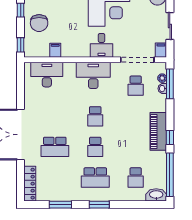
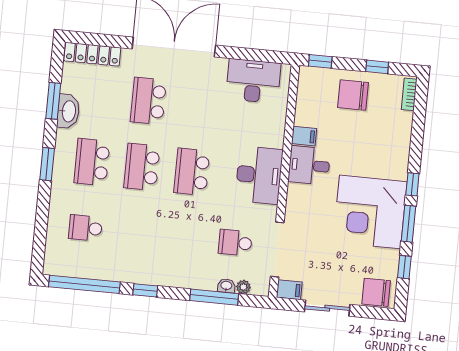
desk: (101, 45) -> (309, 165), moved
filing cabinet: (55, 50) -> (304, 136), moved
desk: (47, 75) -> (253, 81), moved, turned -90
window: (170, 84) -> (214, 297), moved
school desk: (95, 116) -> (192, 172), width x1.85
piano: (158, 131) -> (157, 272), removed
school desk: (95, 147) -> (142, 167), width x1.85
washbasin: (156, 195) -> (68, 111), moved

